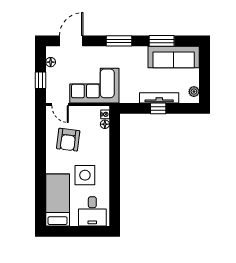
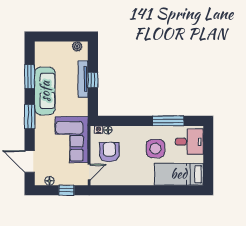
sofa: (174, 57) -> (45, 91), moved
armchair: (68, 140) -> (109, 152), moved, turned -97
window: (115, 189) -> (168, 121), added

